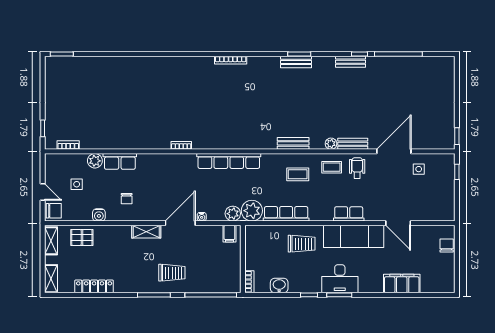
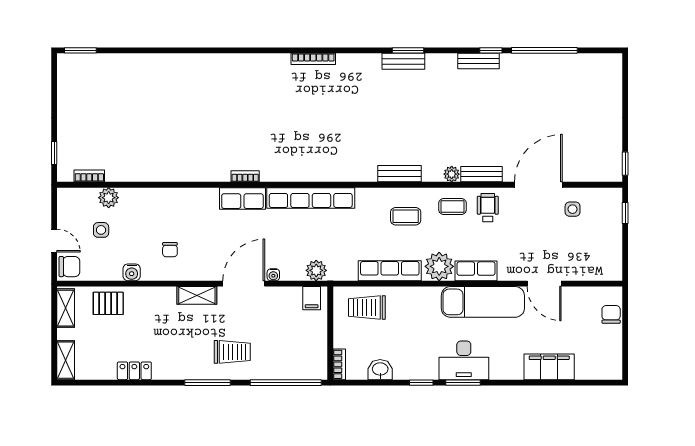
plant: (95, 161) -> (109, 198), moved
row of seats: (120, 161) -> (242, 199), moved
plant: (252, 211) -> (439, 266), moved
trolley: (302, 244) -> (367, 308), moved, turned 180
locker: (94, 286) -> (134, 371), width x0.66

